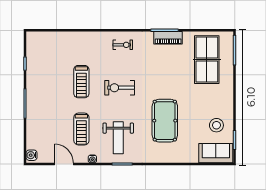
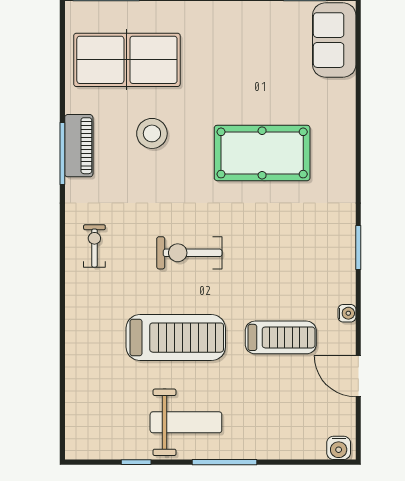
treadmill: (81, 82) -> (176, 338), width x1.37, depth x1.38
exercise bike: (120, 88) -> (189, 253), turned 90
stool: (216, 125) -> (152, 133), moved
weight bench: (118, 138) -> (186, 422), moved
door: (64, 164) -> (358, 376), hinge flipped

